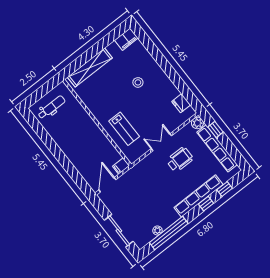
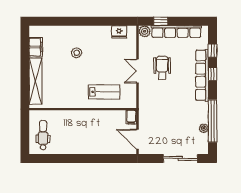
filing cabinet: (126, 39) -> (36, 47), moved

